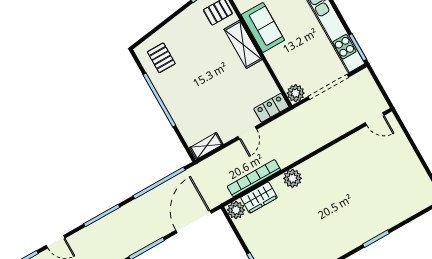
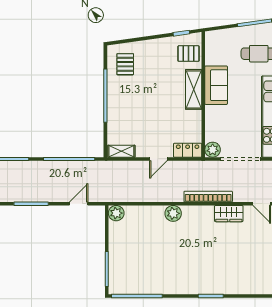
bookcase: (254, 178) -> (208, 197), moved
wardrobe: (259, 198) -> (229, 214), moved
door: (194, 222) -> (79, 204), width x0.53

